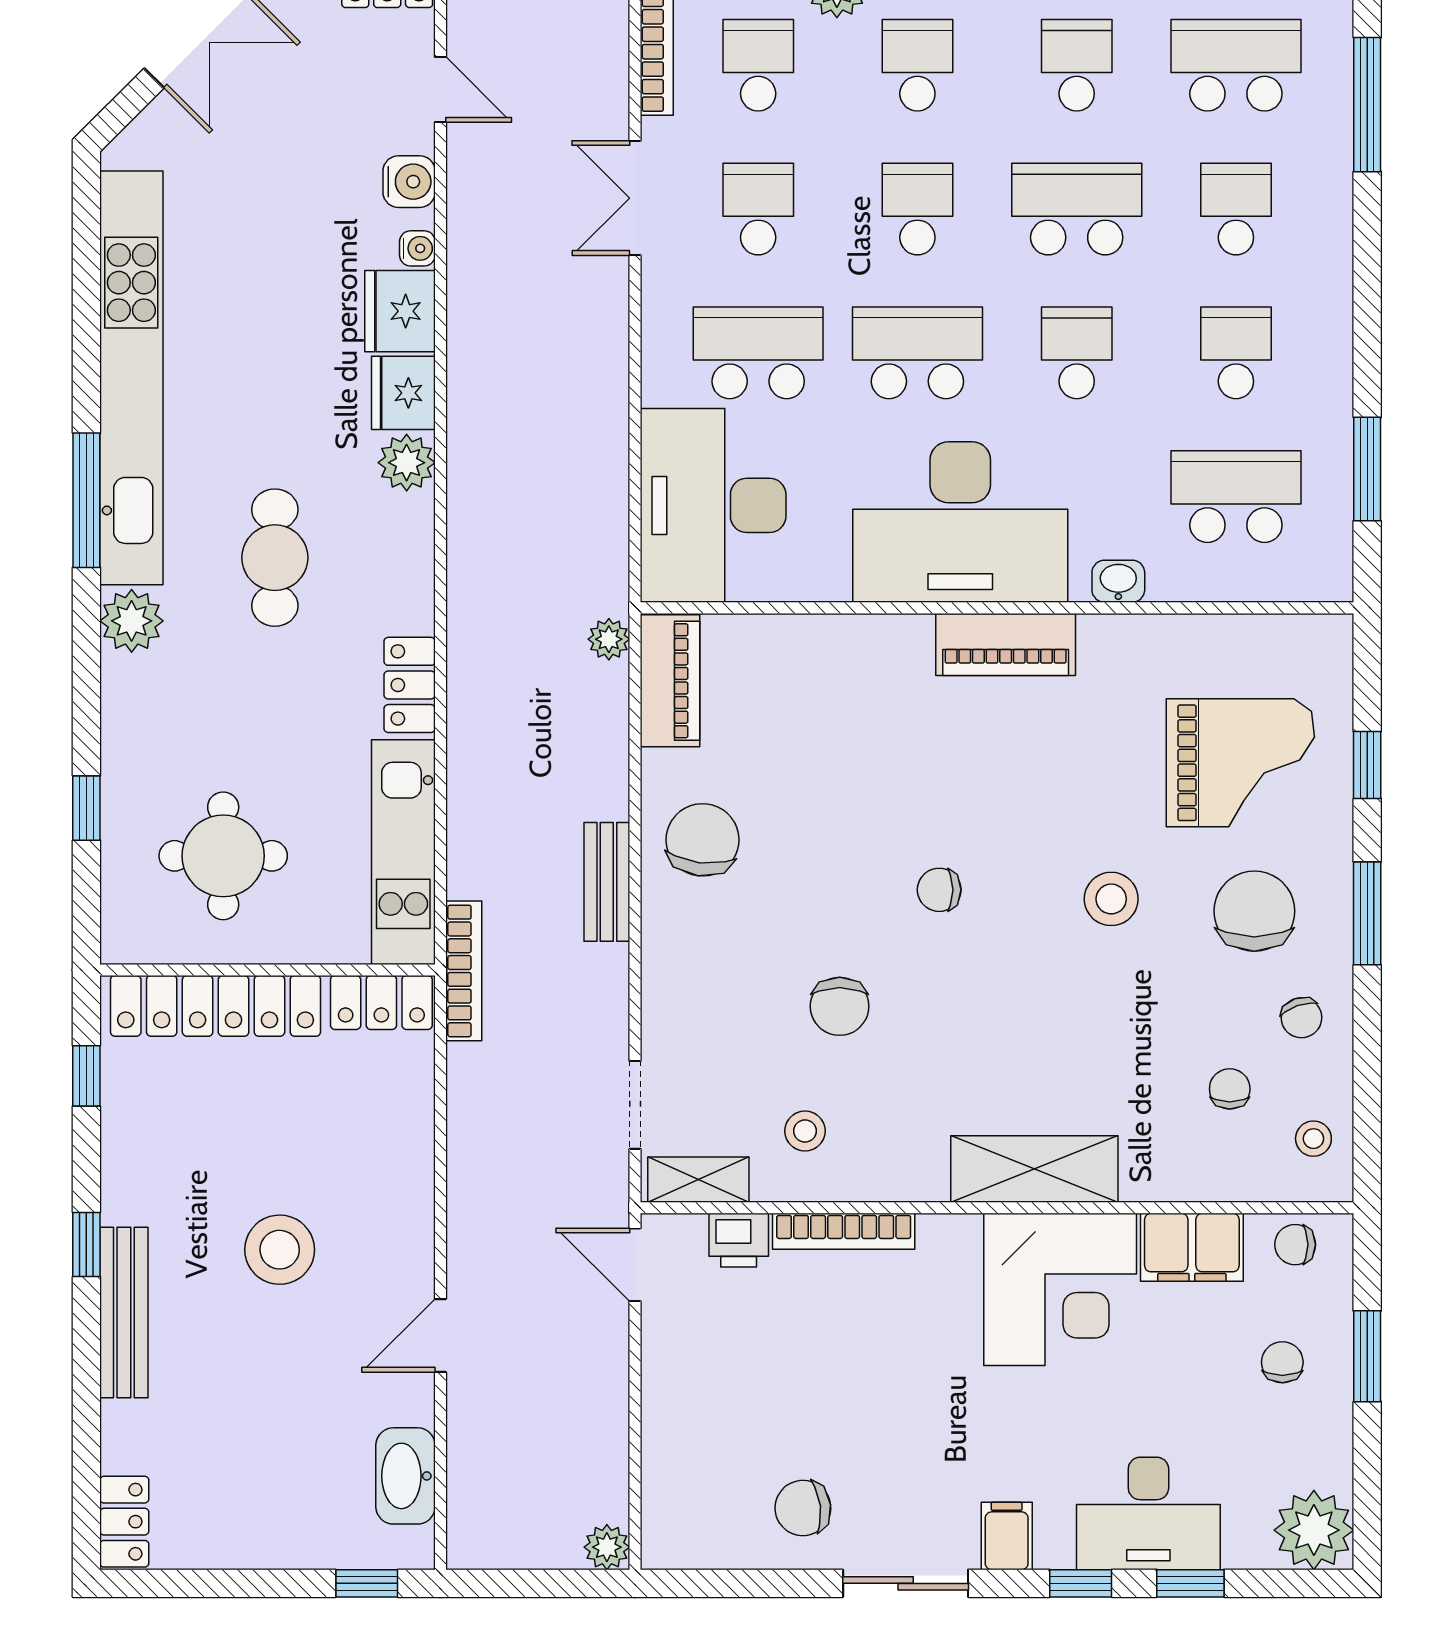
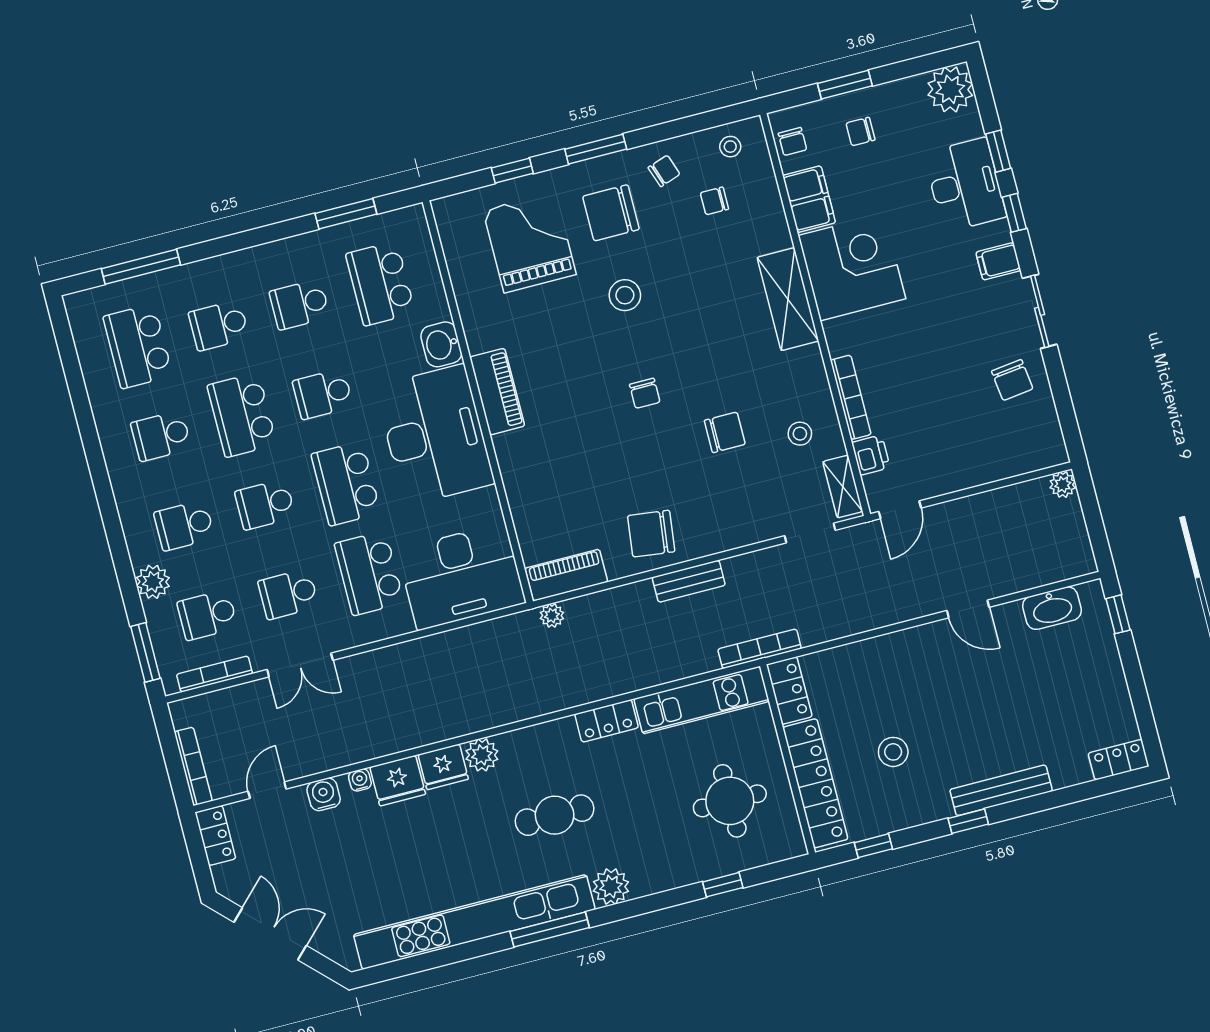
washbasin: (1118, 581) -> (441, 344), width x1.38, depth x1.45
stool: (280, 1250) -> (893, 752), moved, width x0.73, depth x0.73

